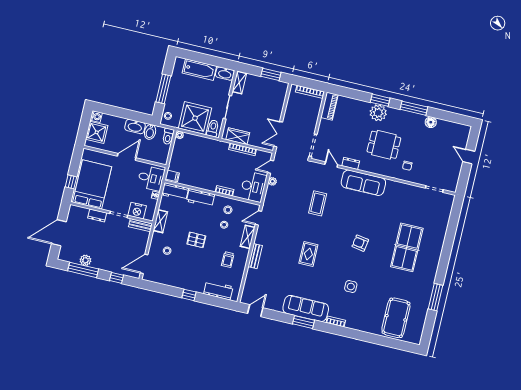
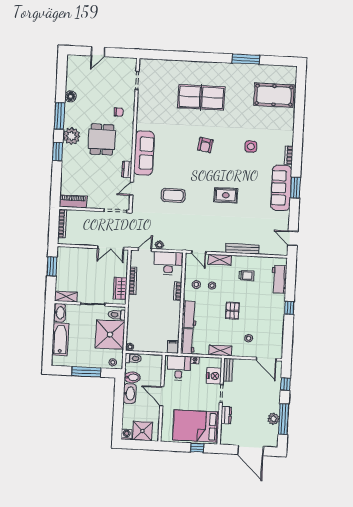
plant: (378, 113) -> (71, 136), moved
door: (270, 167) -> (145, 250), swing flipped
bench: (255, 256) -> (242, 249), width x1.36

